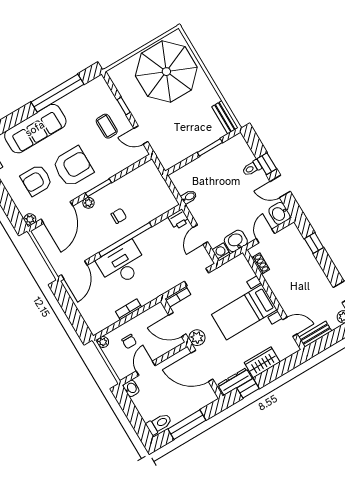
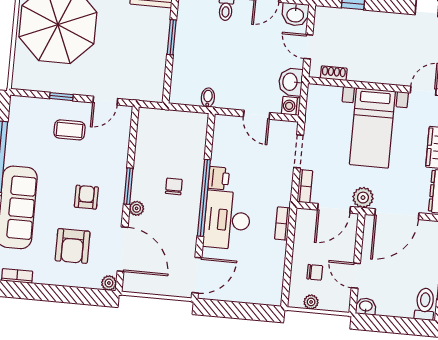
armchair: (73, 167) -> (86, 197), width x0.53, depth x0.53
printer: (179, 219) -> (219, 178), moved
door: (74, 270) -> (197, 275), hinge flipped
bookcase: (129, 309) -> (282, 224), moved
plant: (103, 342) -> (311, 302), moved

